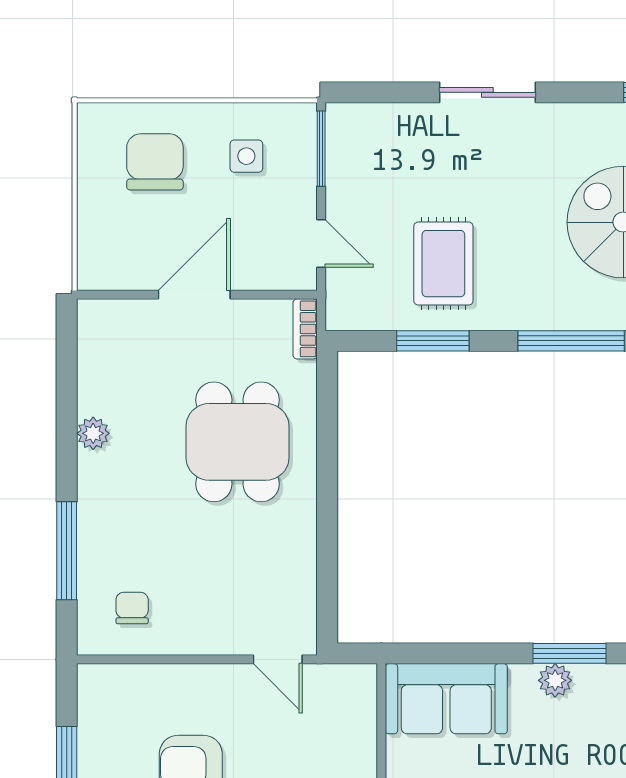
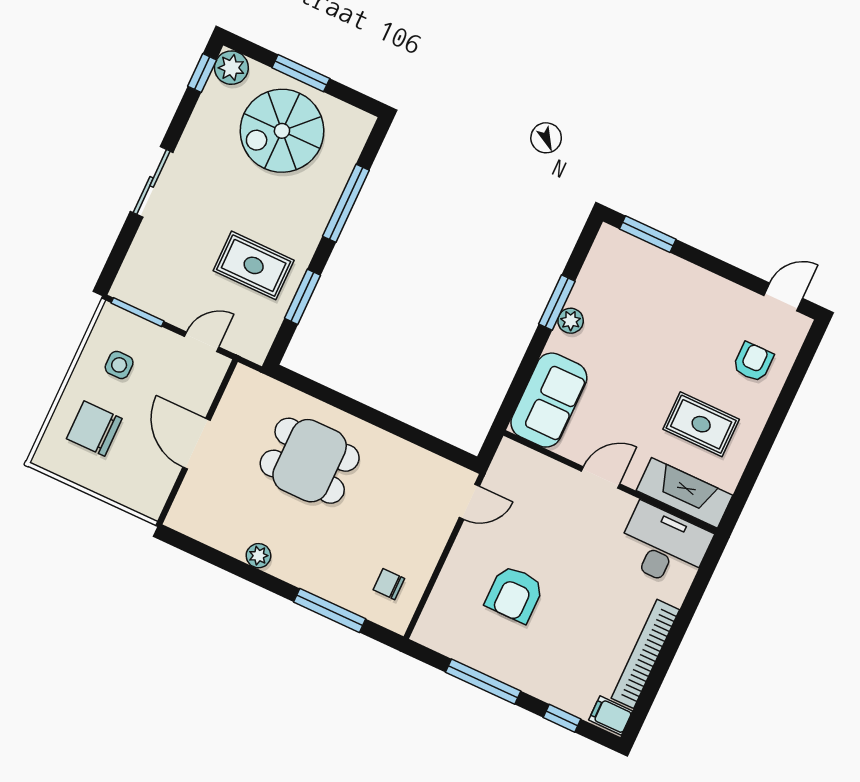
bookcase: (305, 329) -> (254, 379), removed

